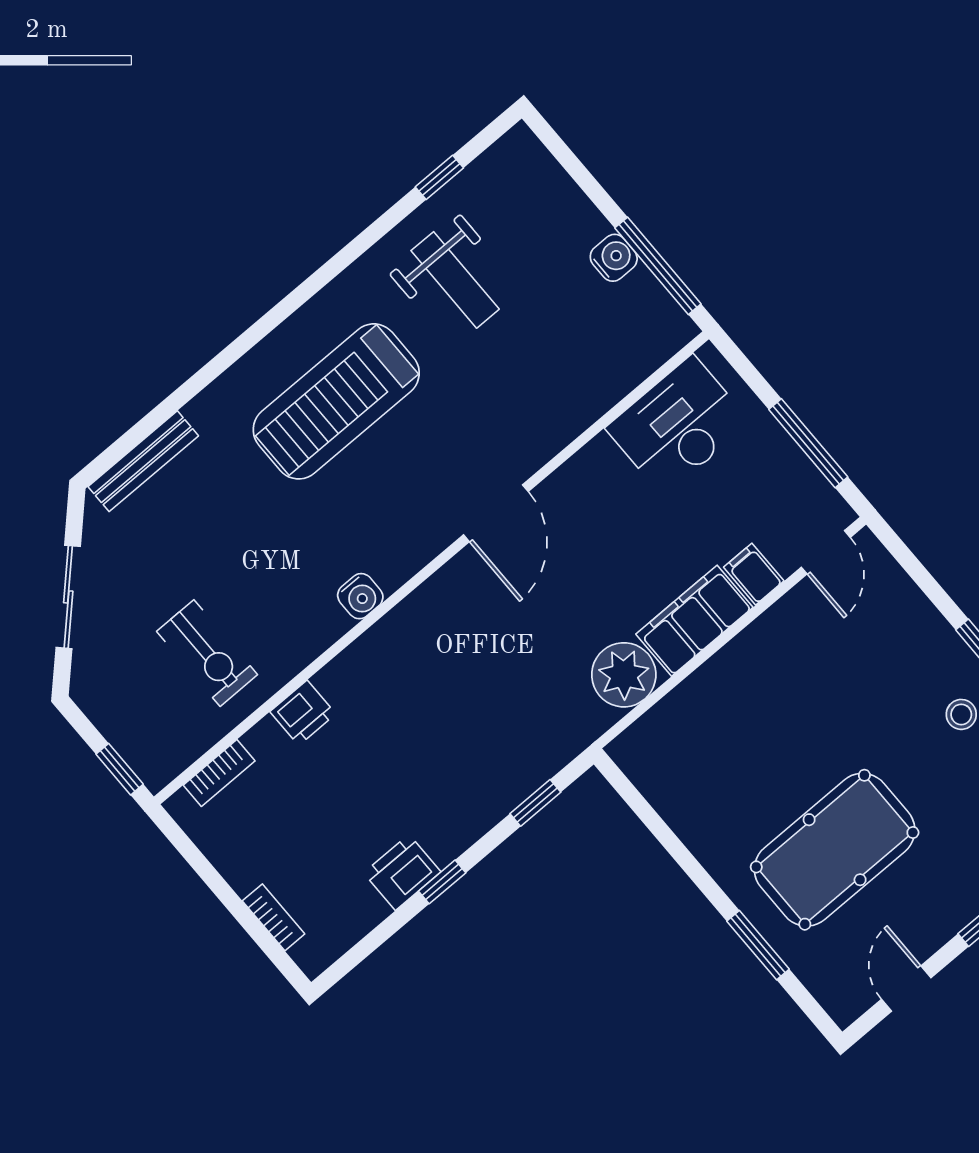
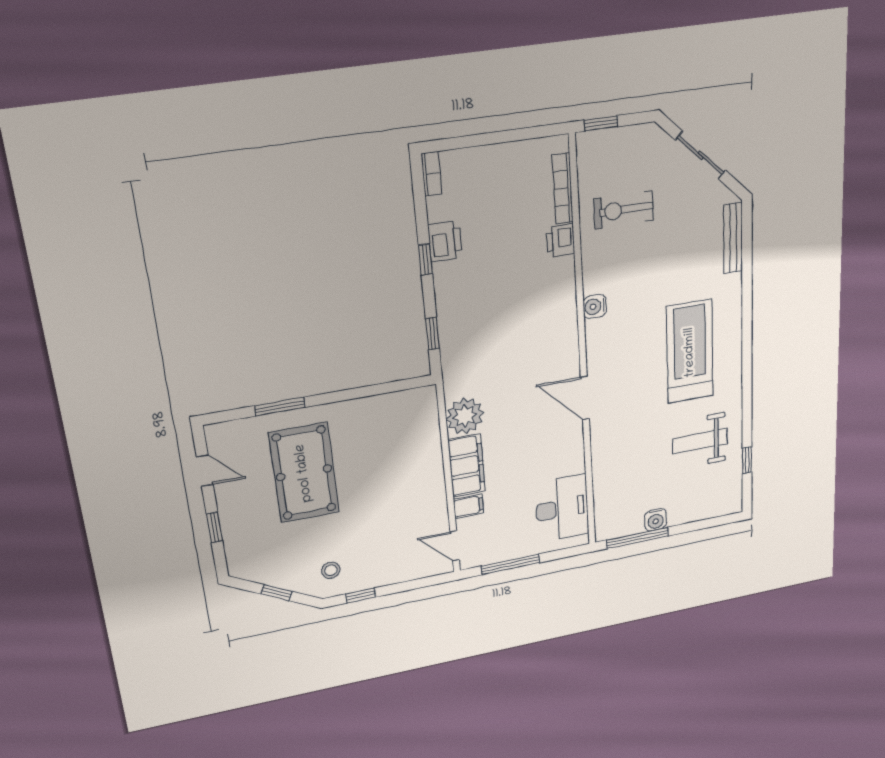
bookcase: (219, 773) -> (563, 189), width x1.56
bookcase: (274, 917) -> (431, 174), moved, turned -90

